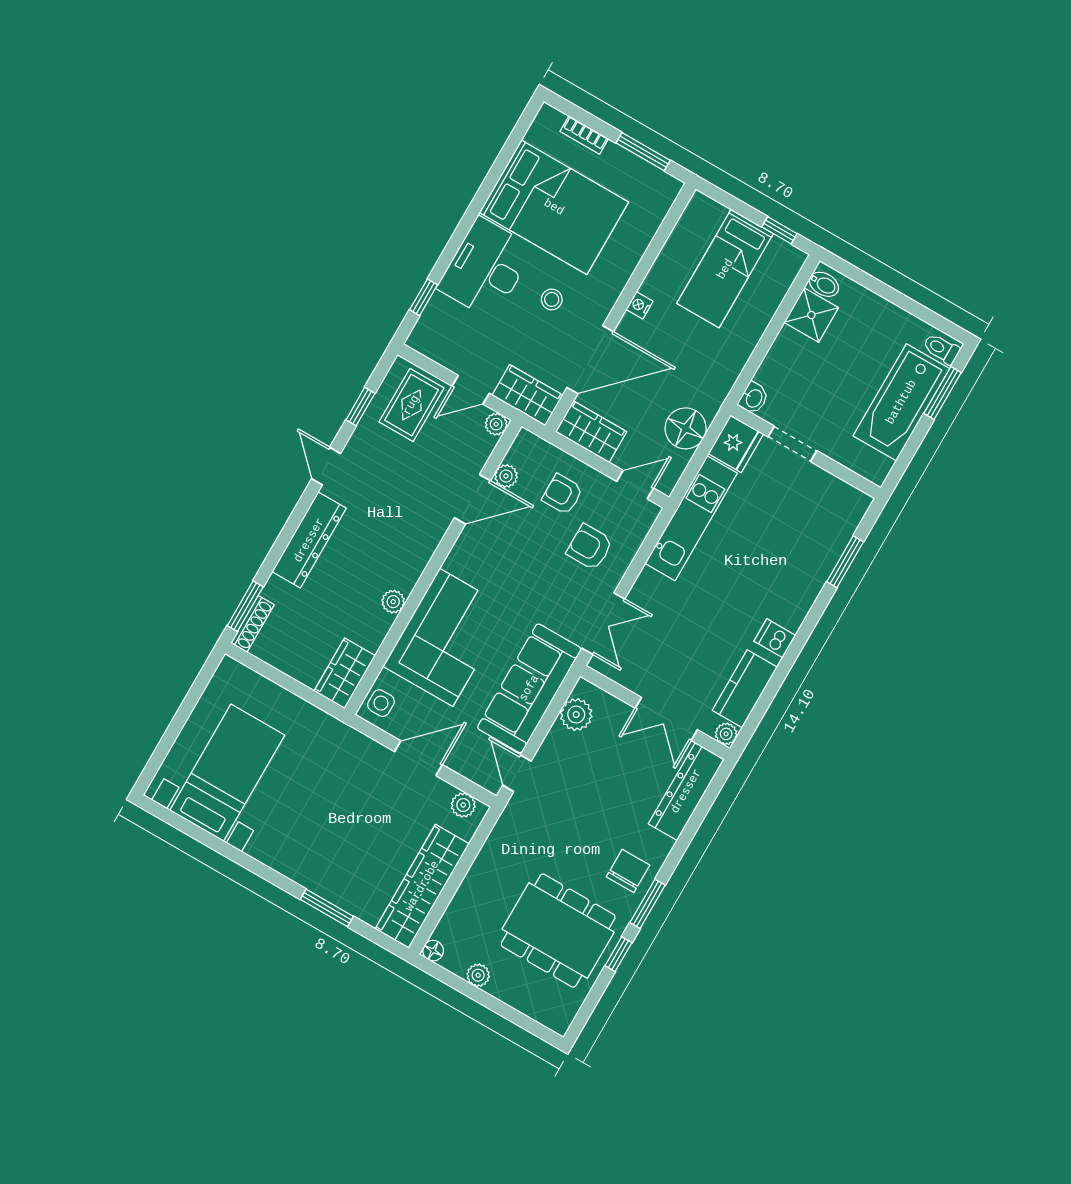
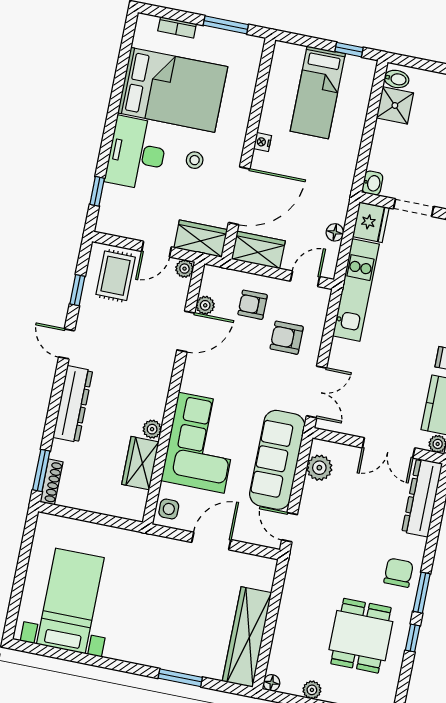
floor lamp: (686, 428) -> (335, 232), width x0.53, depth x0.53
wardrobe: (345, 673) -> (140, 463), moved
plant: (463, 805) -> (257, 565), removed
dining table: (558, 931) -> (361, 636), width x0.73

